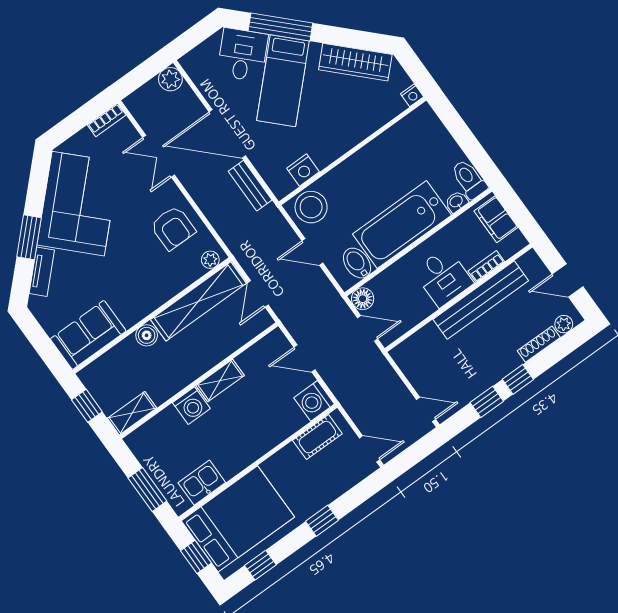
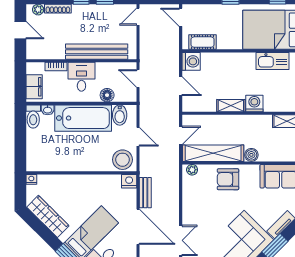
nightstand: (303, 170) -> (129, 181), moved
armchair: (173, 228) -> (228, 179), moved, turned -90
floor lamp: (363, 299) -> (107, 95), moved
bench: (481, 300) -> (97, 52), moved
door: (426, 409) -> (138, 17), hinge flipped
kitchen sink: (202, 483) -> (273, 61), width x1.38

